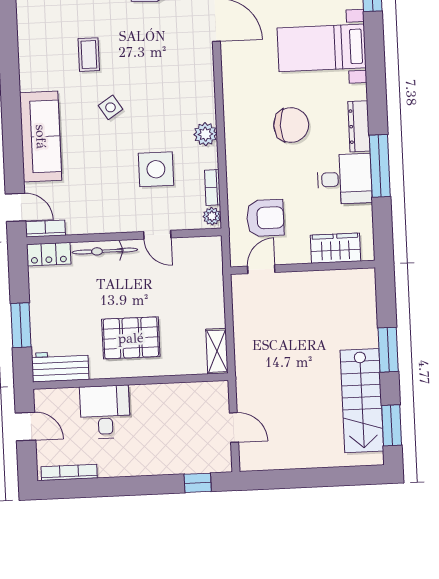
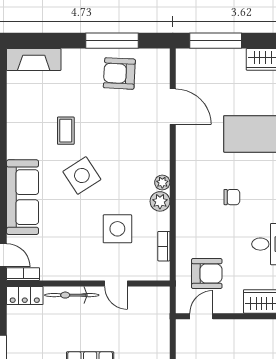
side table: (110, 107) -> (82, 176), width x1.87, depth x1.87
chair: (291, 125) -> (232, 197), width x0.54, depth x0.54
plant: (212, 216) -> (162, 183), moved

